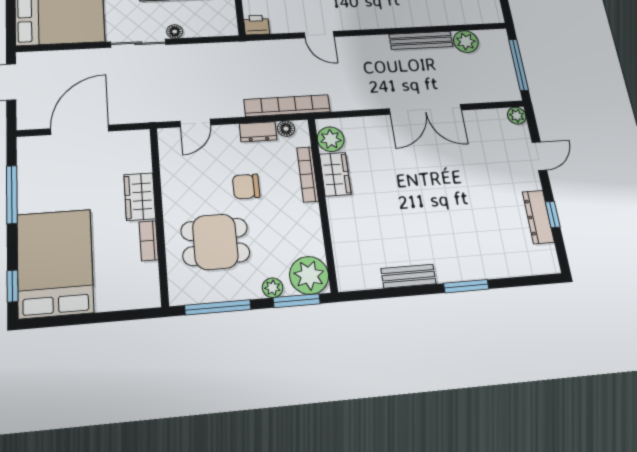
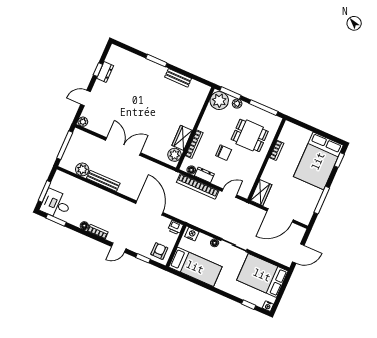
nightstand: (222, 27) -> (192, 234), added
door: (319, 35) -> (149, 208), width x1.88
bookcase: (287, 106) -> (198, 186), moved
wardrobe: (140, 197) -> (261, 193), moved
dresser: (538, 217) -> (105, 72), width x0.70

